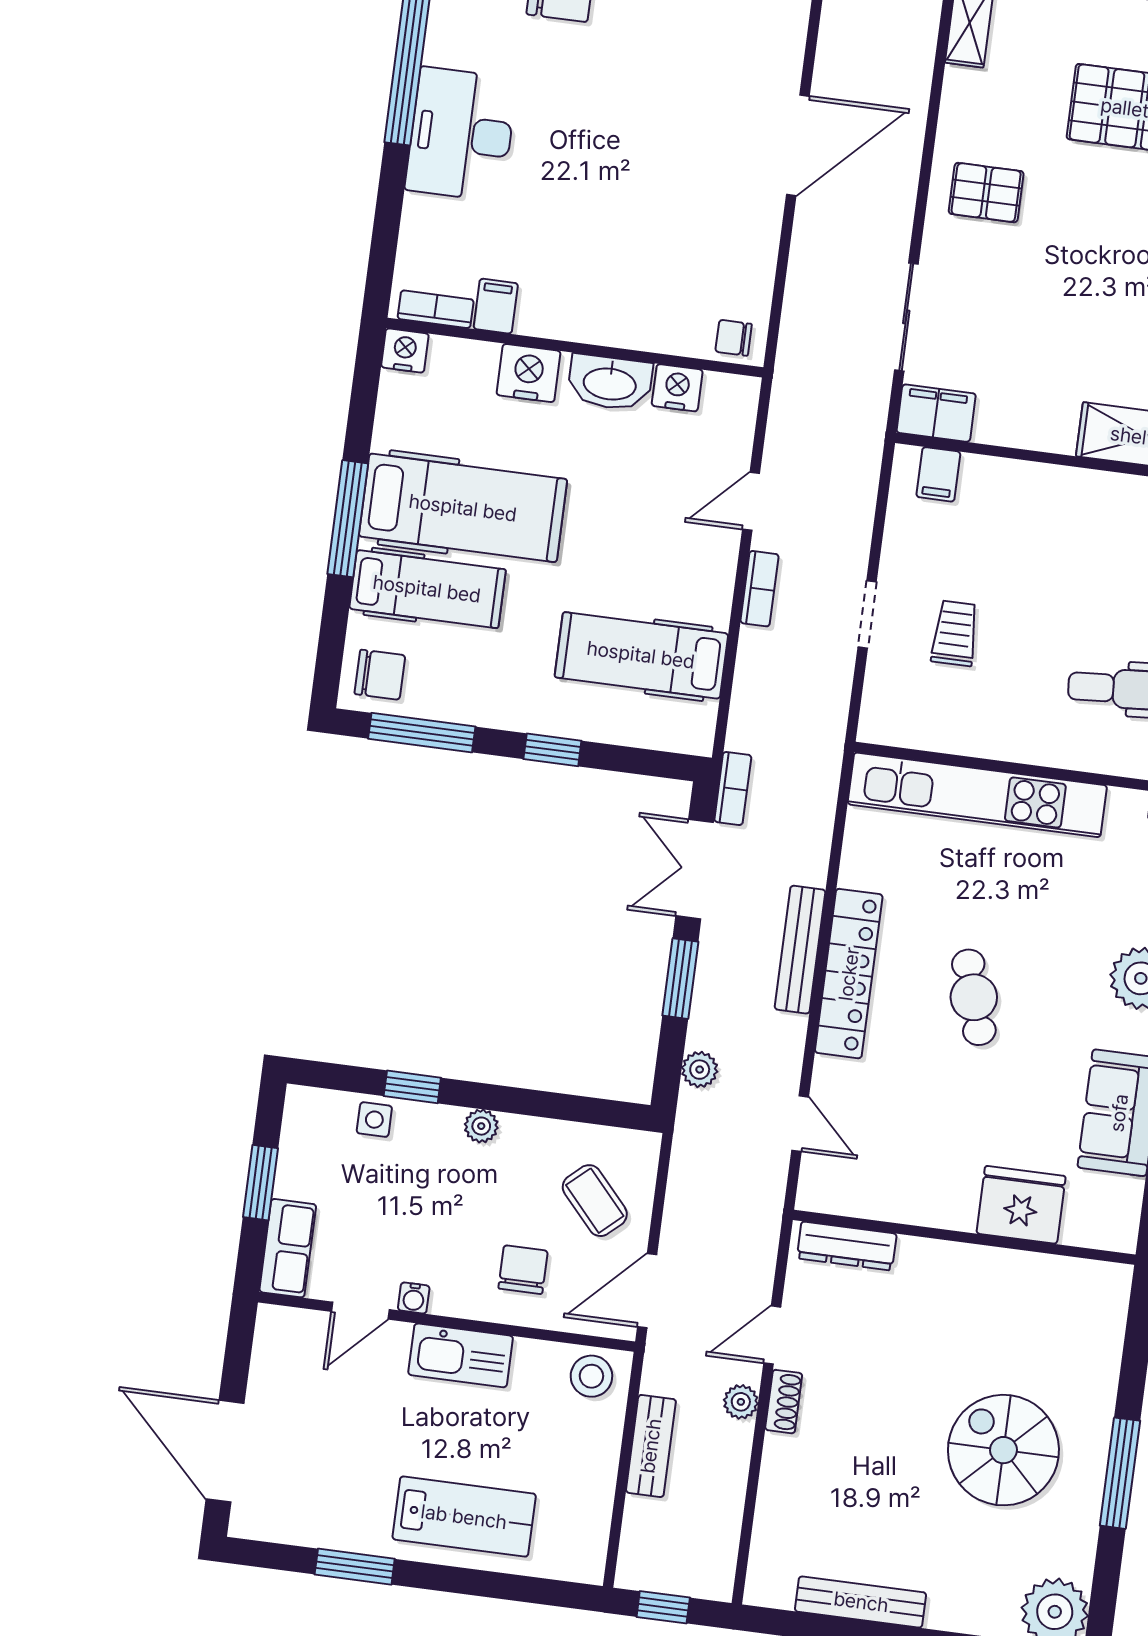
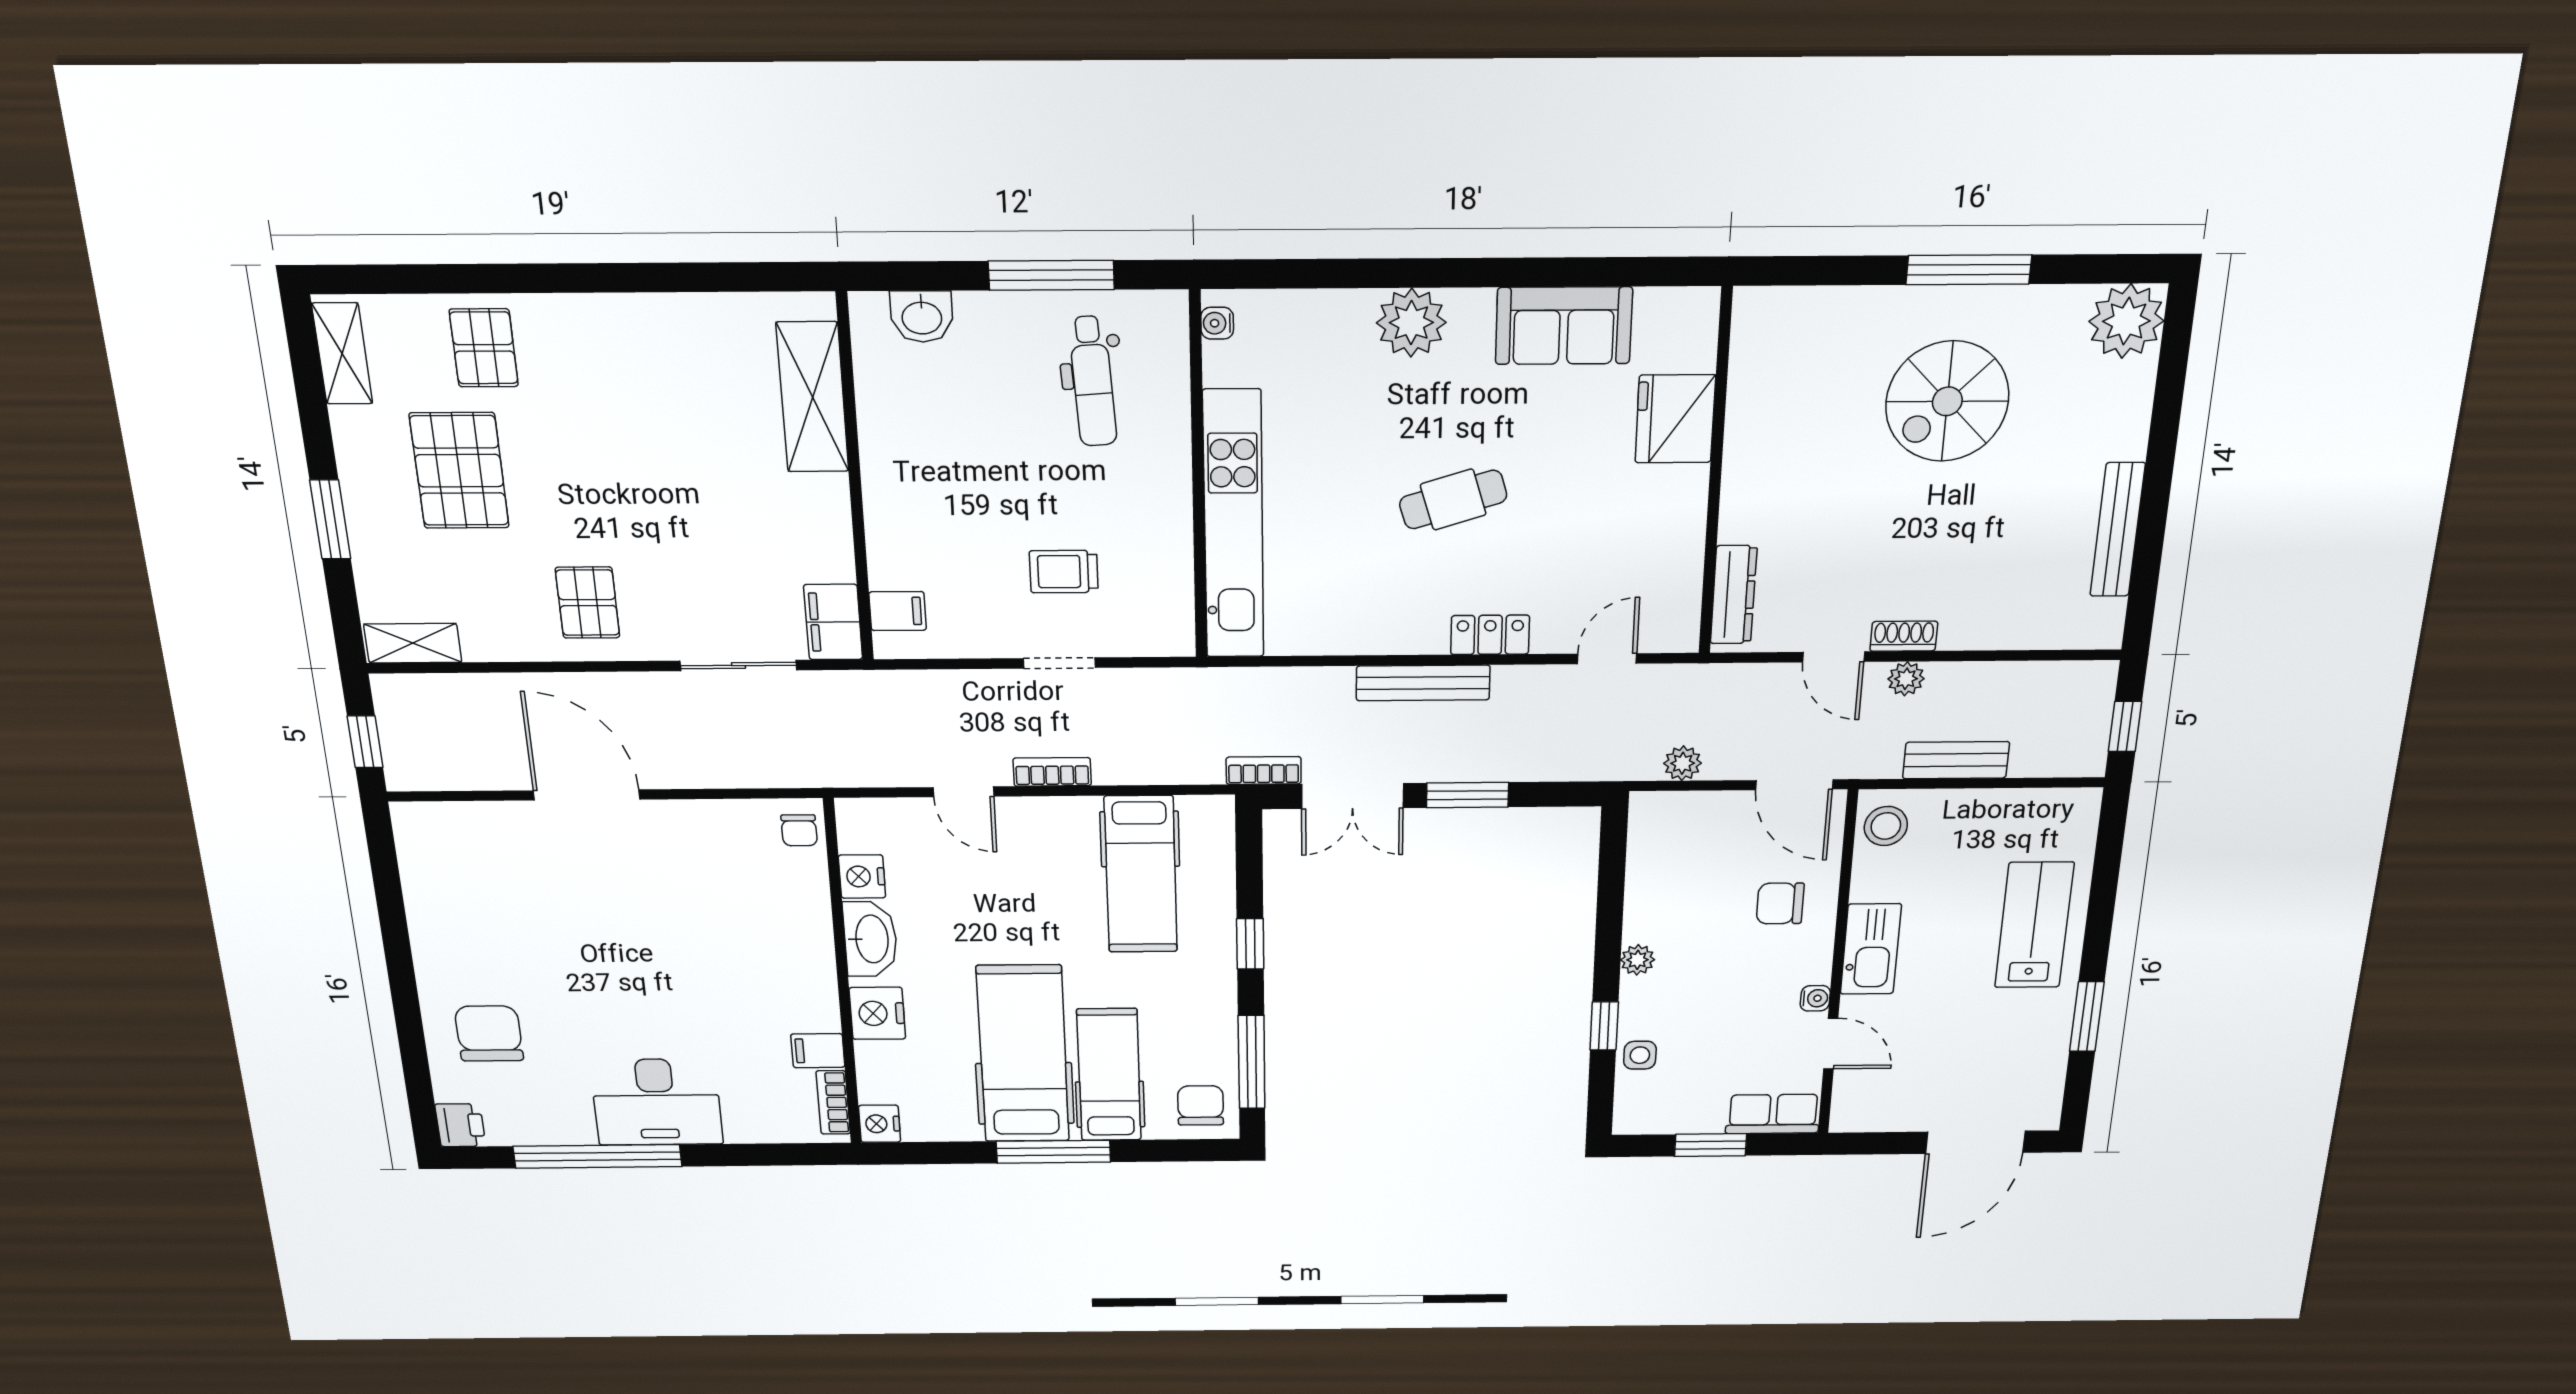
locker: (849, 974) -> (1490, 635), width x0.46, depth x0.83
plant: (700, 1070) -> (1683, 763), moved
coffee table: (595, 1201) -> (1705, 846), removed

